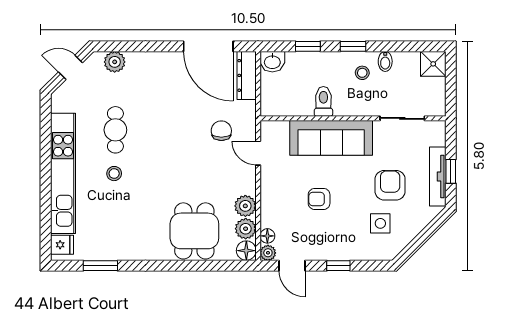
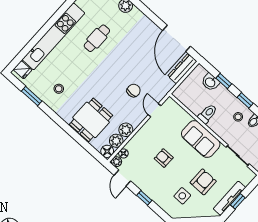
washbasin: (272, 62) -> (210, 82), moved
chair: (221, 131) -> (134, 91), moved
sofa: (331, 138) -> (201, 139), width x0.73
stool: (114, 174) -> (59, 89), moved

